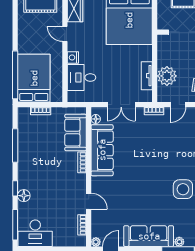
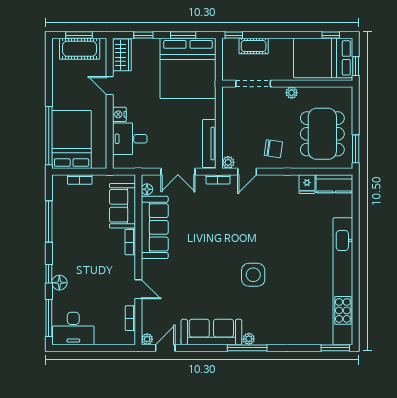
tv unit: (147, 76) -> (209, 144), width x1.41
plant: (167, 76) -> (228, 162), moved, width x0.53, depth x0.53

